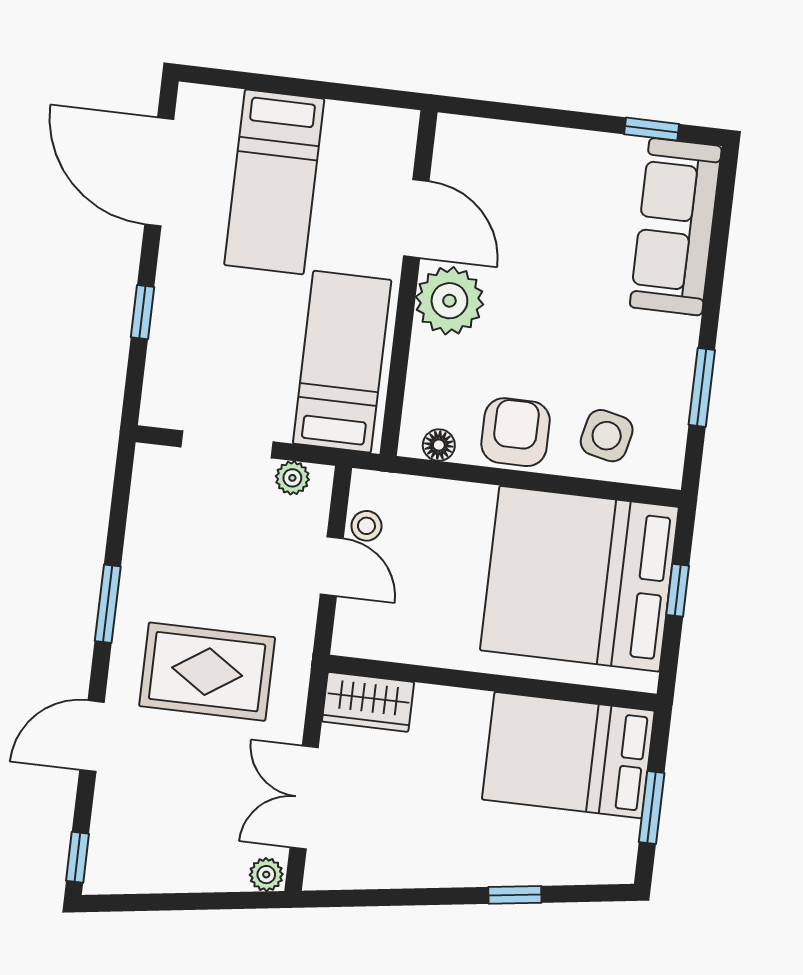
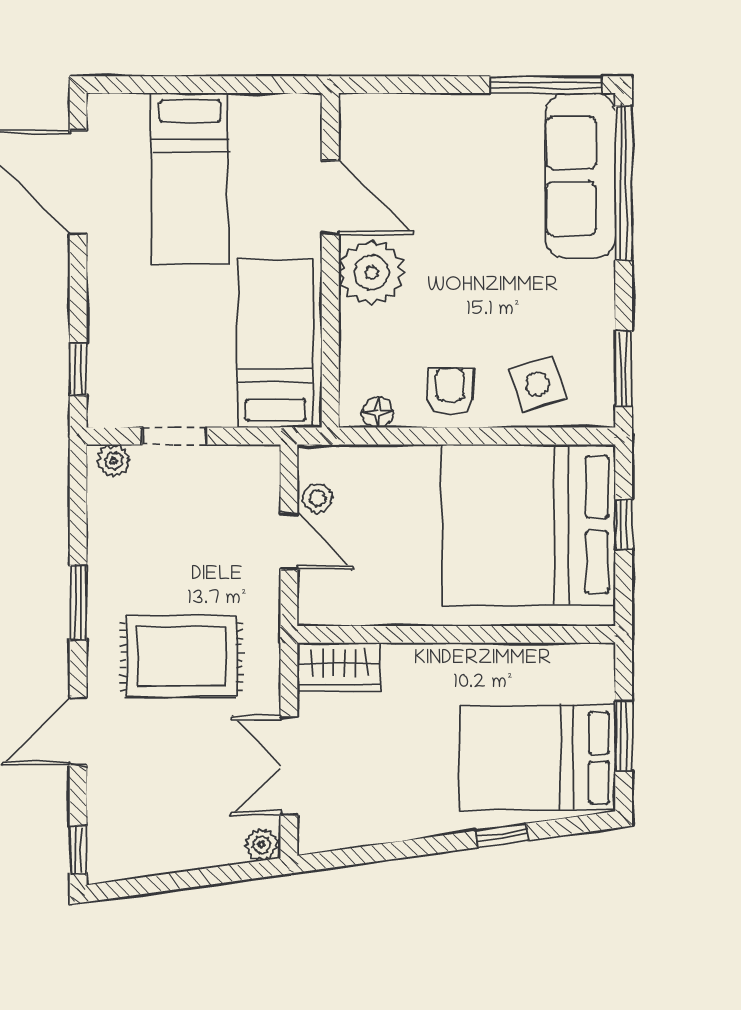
window: (652, 129) -> (546, 85), width x2.17
window: (719, 240) -> (624, 183), added
window: (143, 312) -> (78, 369), moved
window: (702, 387) -> (624, 369), moved
armchair: (516, 432) -> (450, 391), width x0.72, depth x0.72
side table: (607, 436) -> (538, 384), turned -30
doorway: (227, 444) -> (174, 436), width x0.73
plant: (292, 478) -> (114, 461), moved
bed: (568, 755) -> (538, 758), moved

